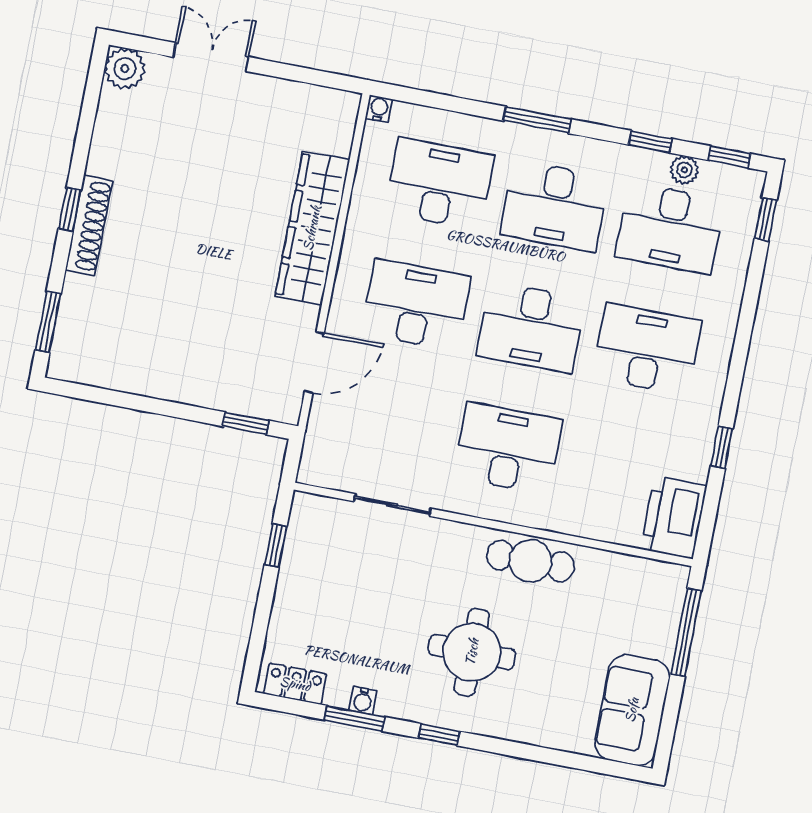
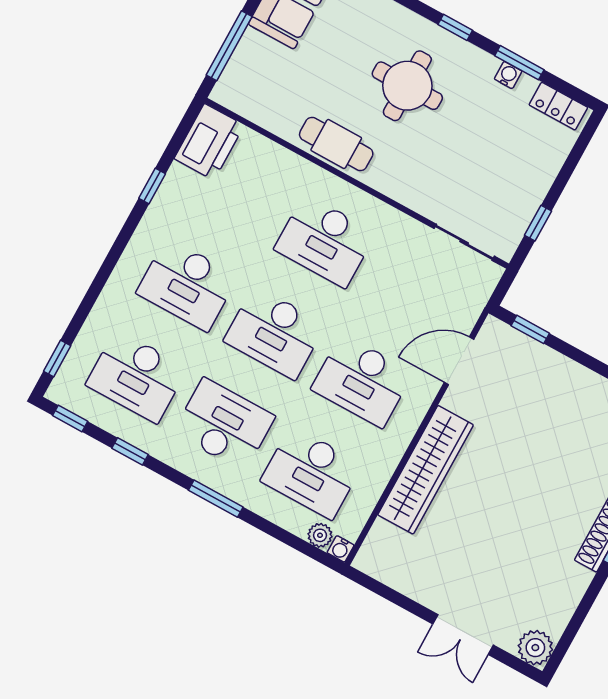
plant: (684, 170) -> (320, 535), moved
desk: (670, 228) -> (137, 376), turned 180
desk: (531, 327) -> (275, 333), turned 180
sliding door: (392, 505) -> (464, 242), moved

